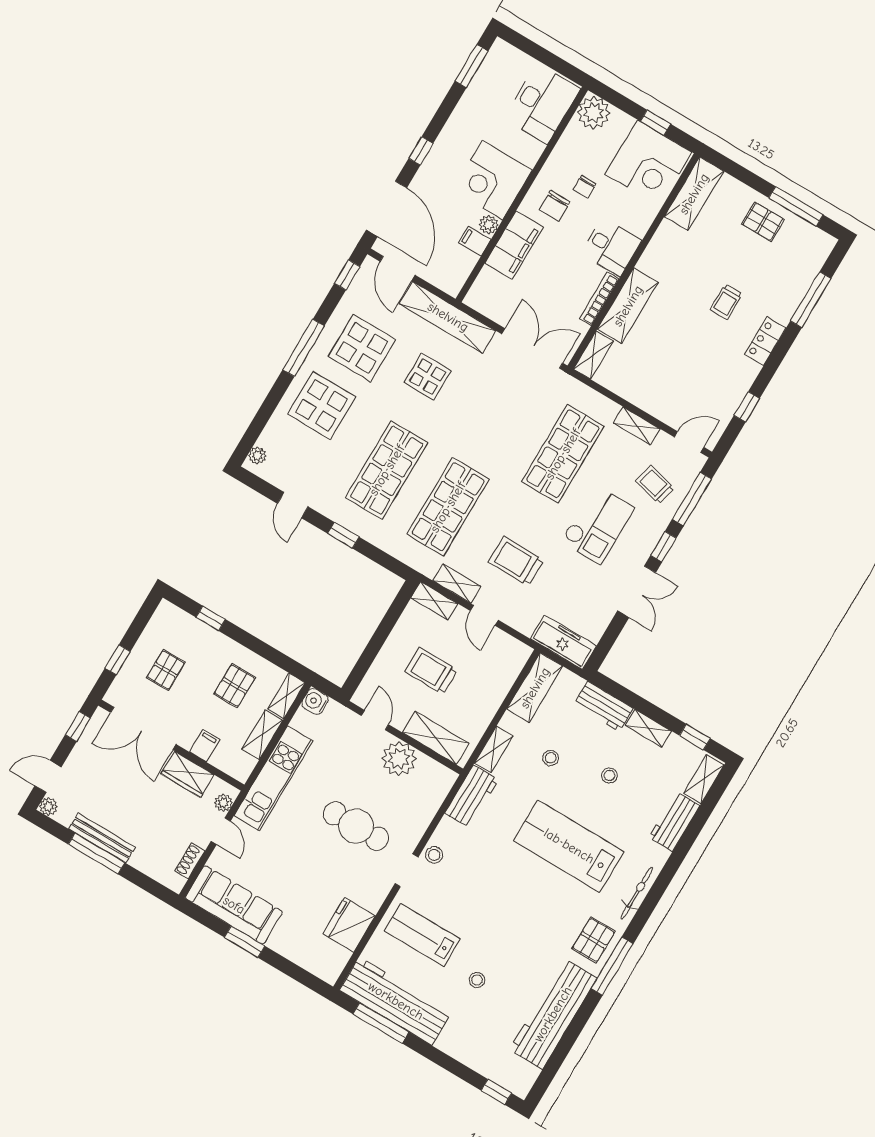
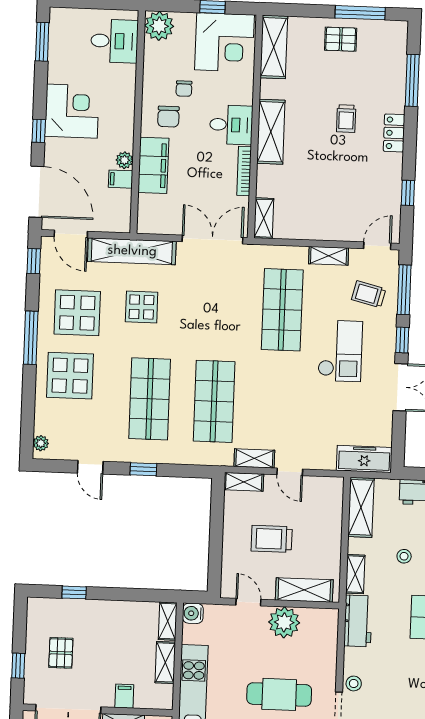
desk: (542, 104) -> (114, 41), width x0.73
corner desk: (493, 180) -> (72, 111), moved, turned 180
shelving: (628, 306) -> (271, 132), moved
trolley: (516, 561) -> (291, 415), removed
pallet: (235, 686) -> (122, 635), removed

